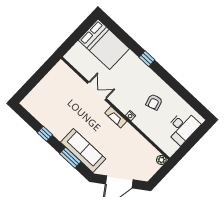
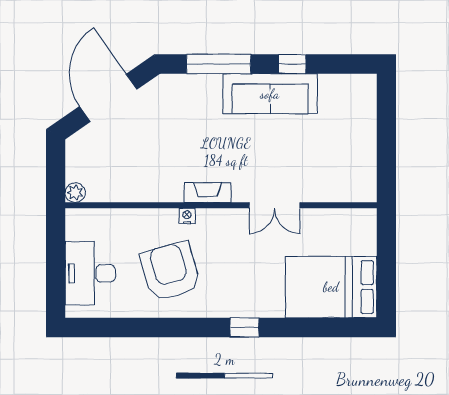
armchair: (154, 102) -> (170, 271), width x1.88, depth x1.88
sofa: (83, 150) -> (270, 94), moved
window: (70, 158) -> (219, 64), width x1.44

